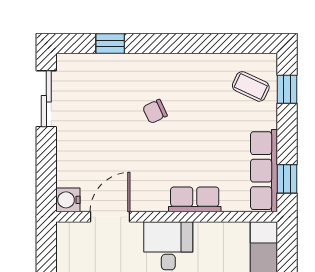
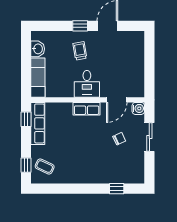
sliding door: (46, 99) -> (149, 137), moved
chair: (155, 111) -> (119, 139), moved
row of seats: (195, 199) -> (87, 109), moved

